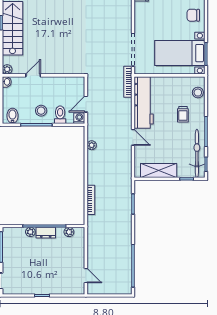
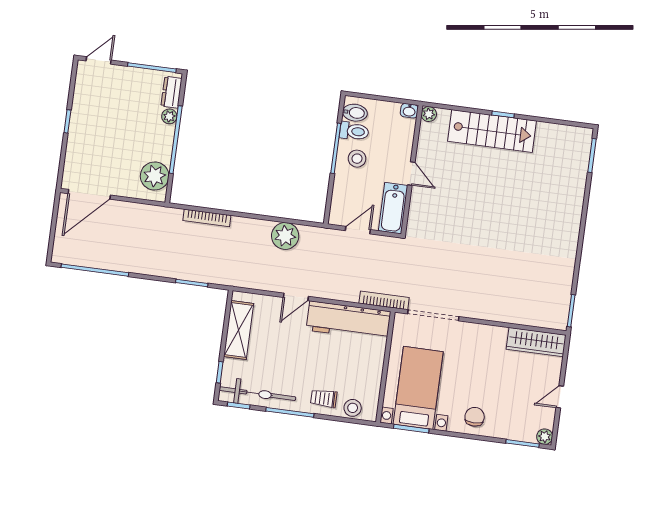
door: (33, 75) -> (411, 174), moved
bathtub: (69, 84) -> (393, 208), added
door: (86, 104) -> (358, 230), hinge flipped
trolley: (183, 114) -> (324, 398), moved
toilet: (60, 115) -> (354, 131), moved
washing machine: (79, 118) -> (337, 217), removed
plant: (92, 145) -> (285, 236), width x1.88, depth x1.88
plant: (69, 232) -> (155, 176), width x1.88, depth x1.88
dresser: (46, 233) -> (171, 92), moved
door: (86, 276) -> (89, 194), width x1.88

